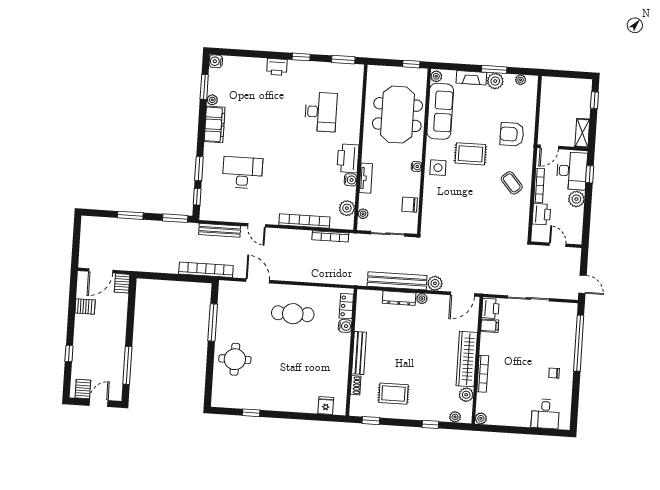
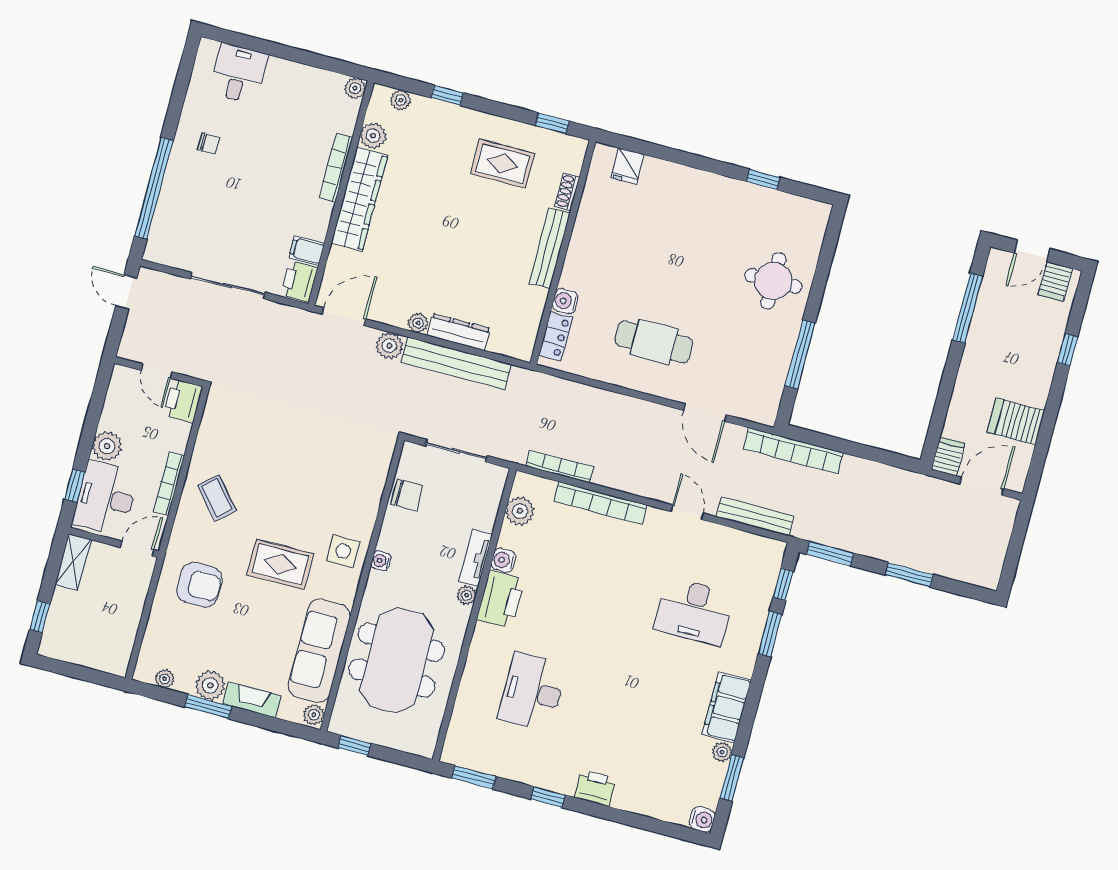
plant: (363, 214) -> (467, 595), moved
printer: (541, 214) -> (183, 401), moved
server rack: (85, 306) -> (1016, 421), width x1.36, depth x1.44

